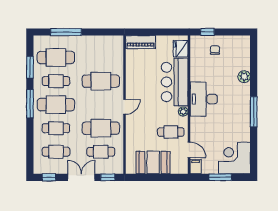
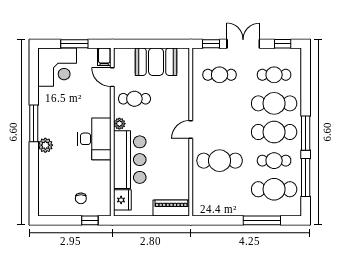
window: (30, 67) -> (306, 178), width x1.44
plant: (244, 77) -> (45, 145), moved
cafe table: (56, 128) -> (274, 103), width x1.37, depth x1.35
cafe table: (101, 128) -> (220, 103), removed
double door: (81, 177) -> (243, 44), swing flipped

